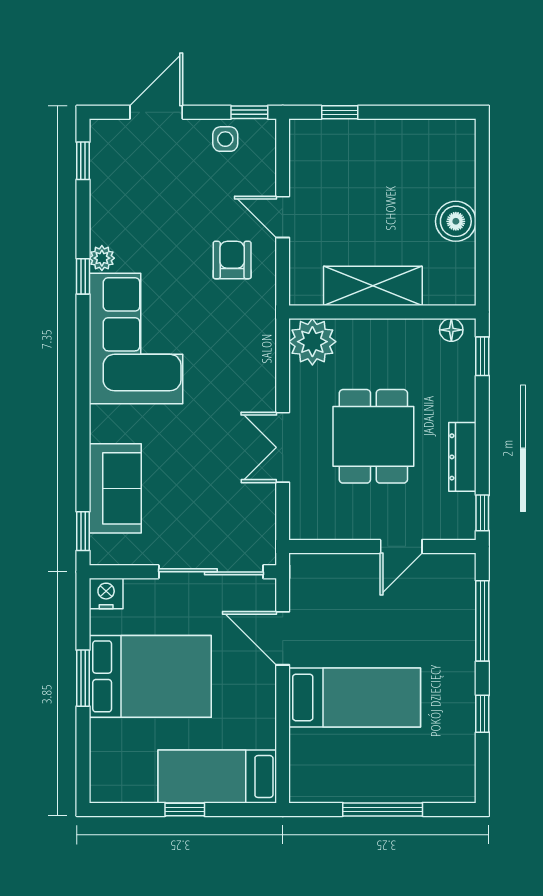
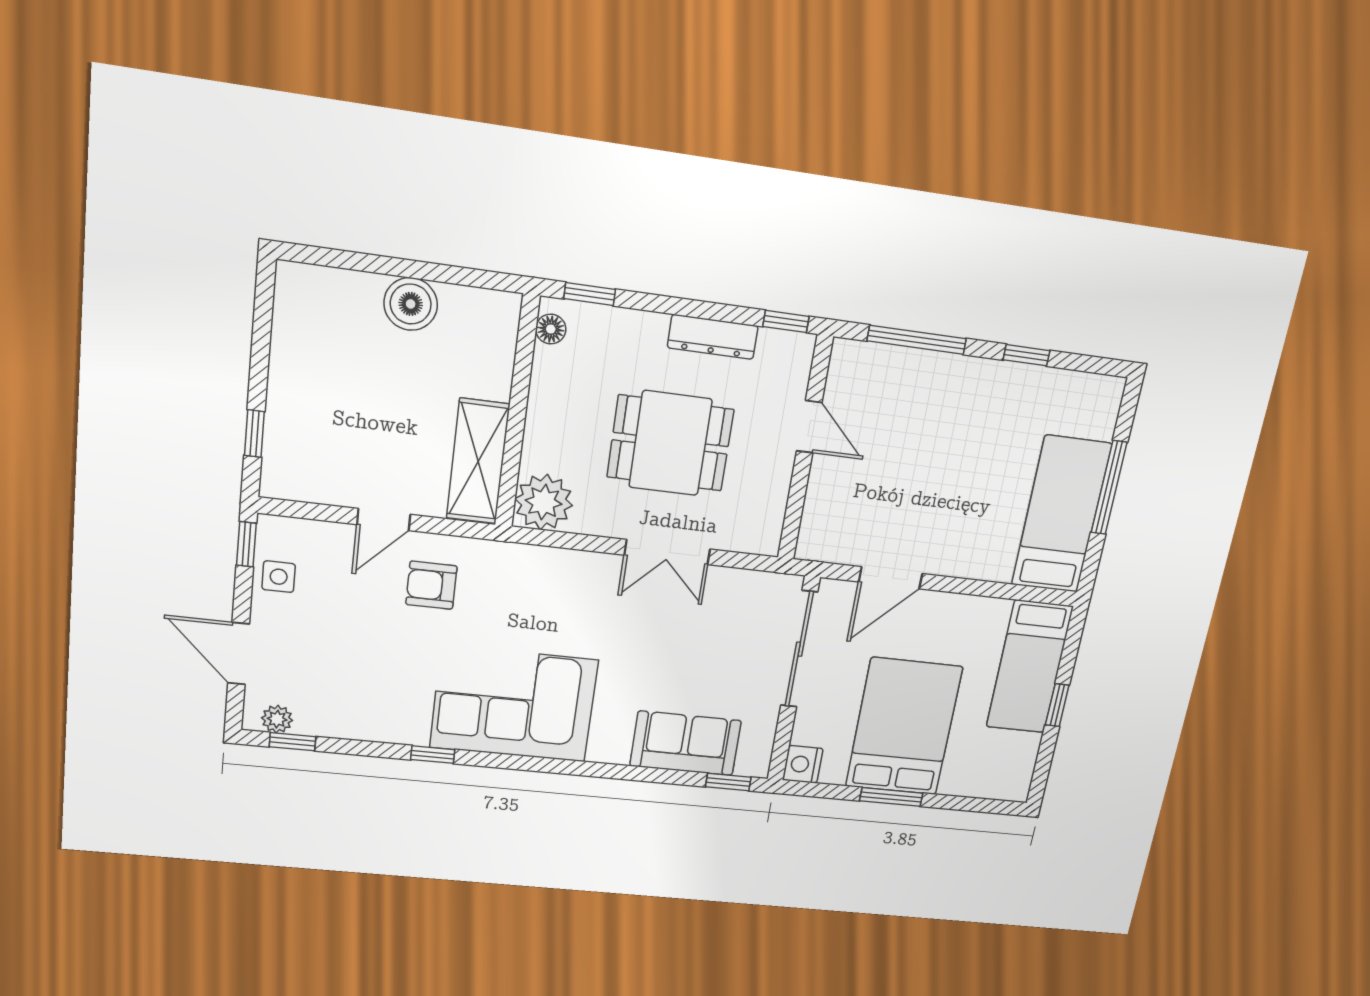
plant: (102, 258) -> (277, 719), moved
shelving: (373, 286) -> (478, 461), moved
bed: (355, 697) -> (1061, 515), moved

